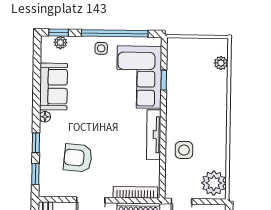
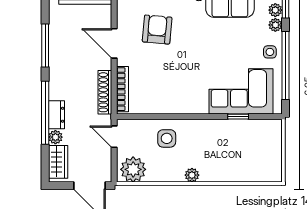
plant: (75, 43) -> (275, 25), added
plant: (221, 63) -> (192, 175), moved
tv unit: (154, 135) -> (182, 107), removed

